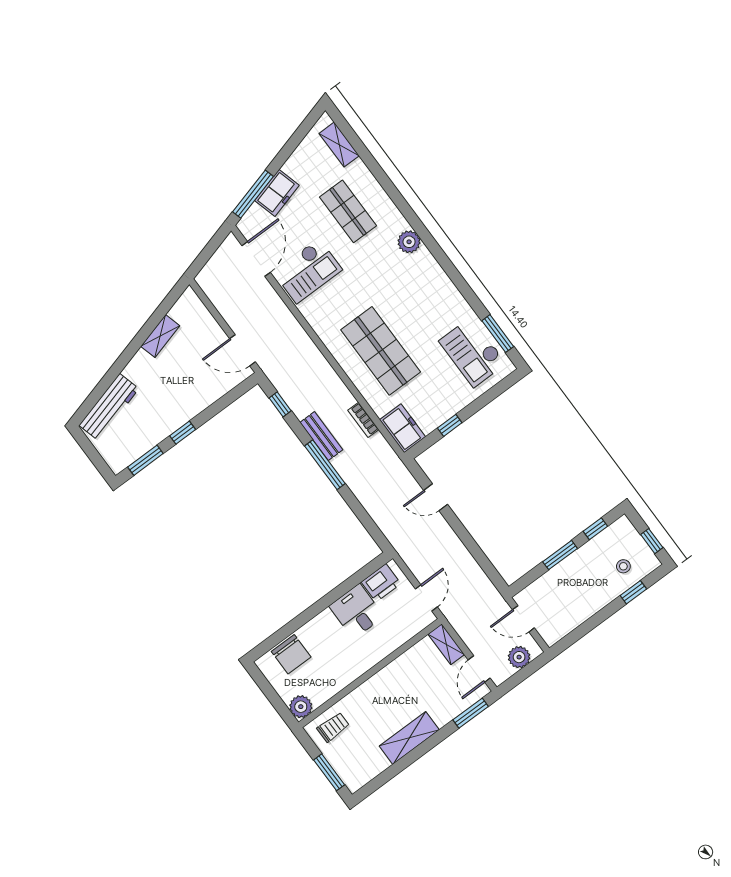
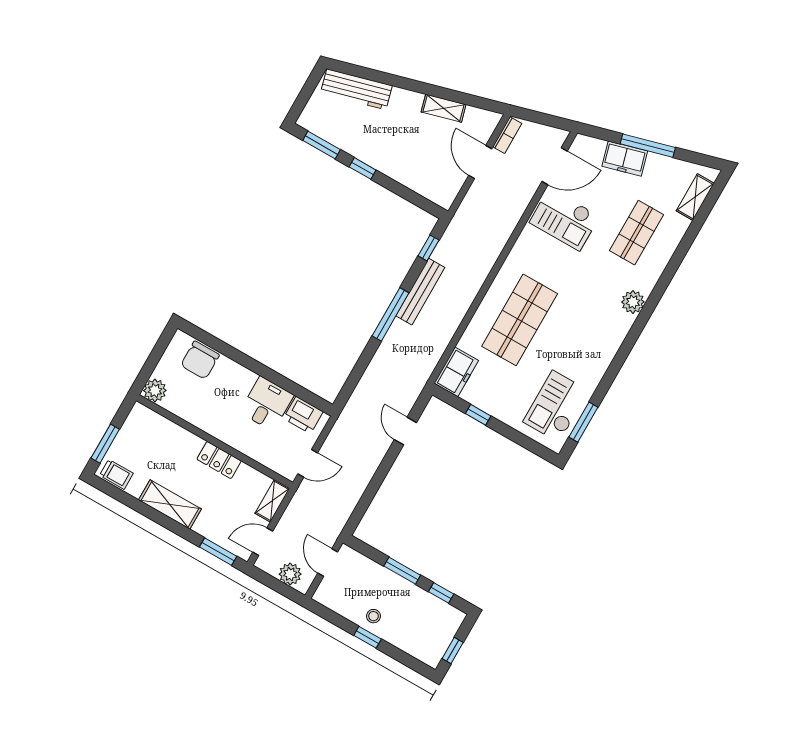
window: (253, 194) -> (648, 146), moved
door: (243, 350) -> (480, 162), moved
bookcase: (363, 420) -> (507, 135), moved, turned 180
bench: (321, 436) -> (420, 292), width x1.36
stool: (623, 566) -> (374, 616), moved
window: (633, 592) -> (368, 637), moved
locker: (389, 676) -> (219, 460), added
trolley: (333, 727) -> (116, 474), moved

